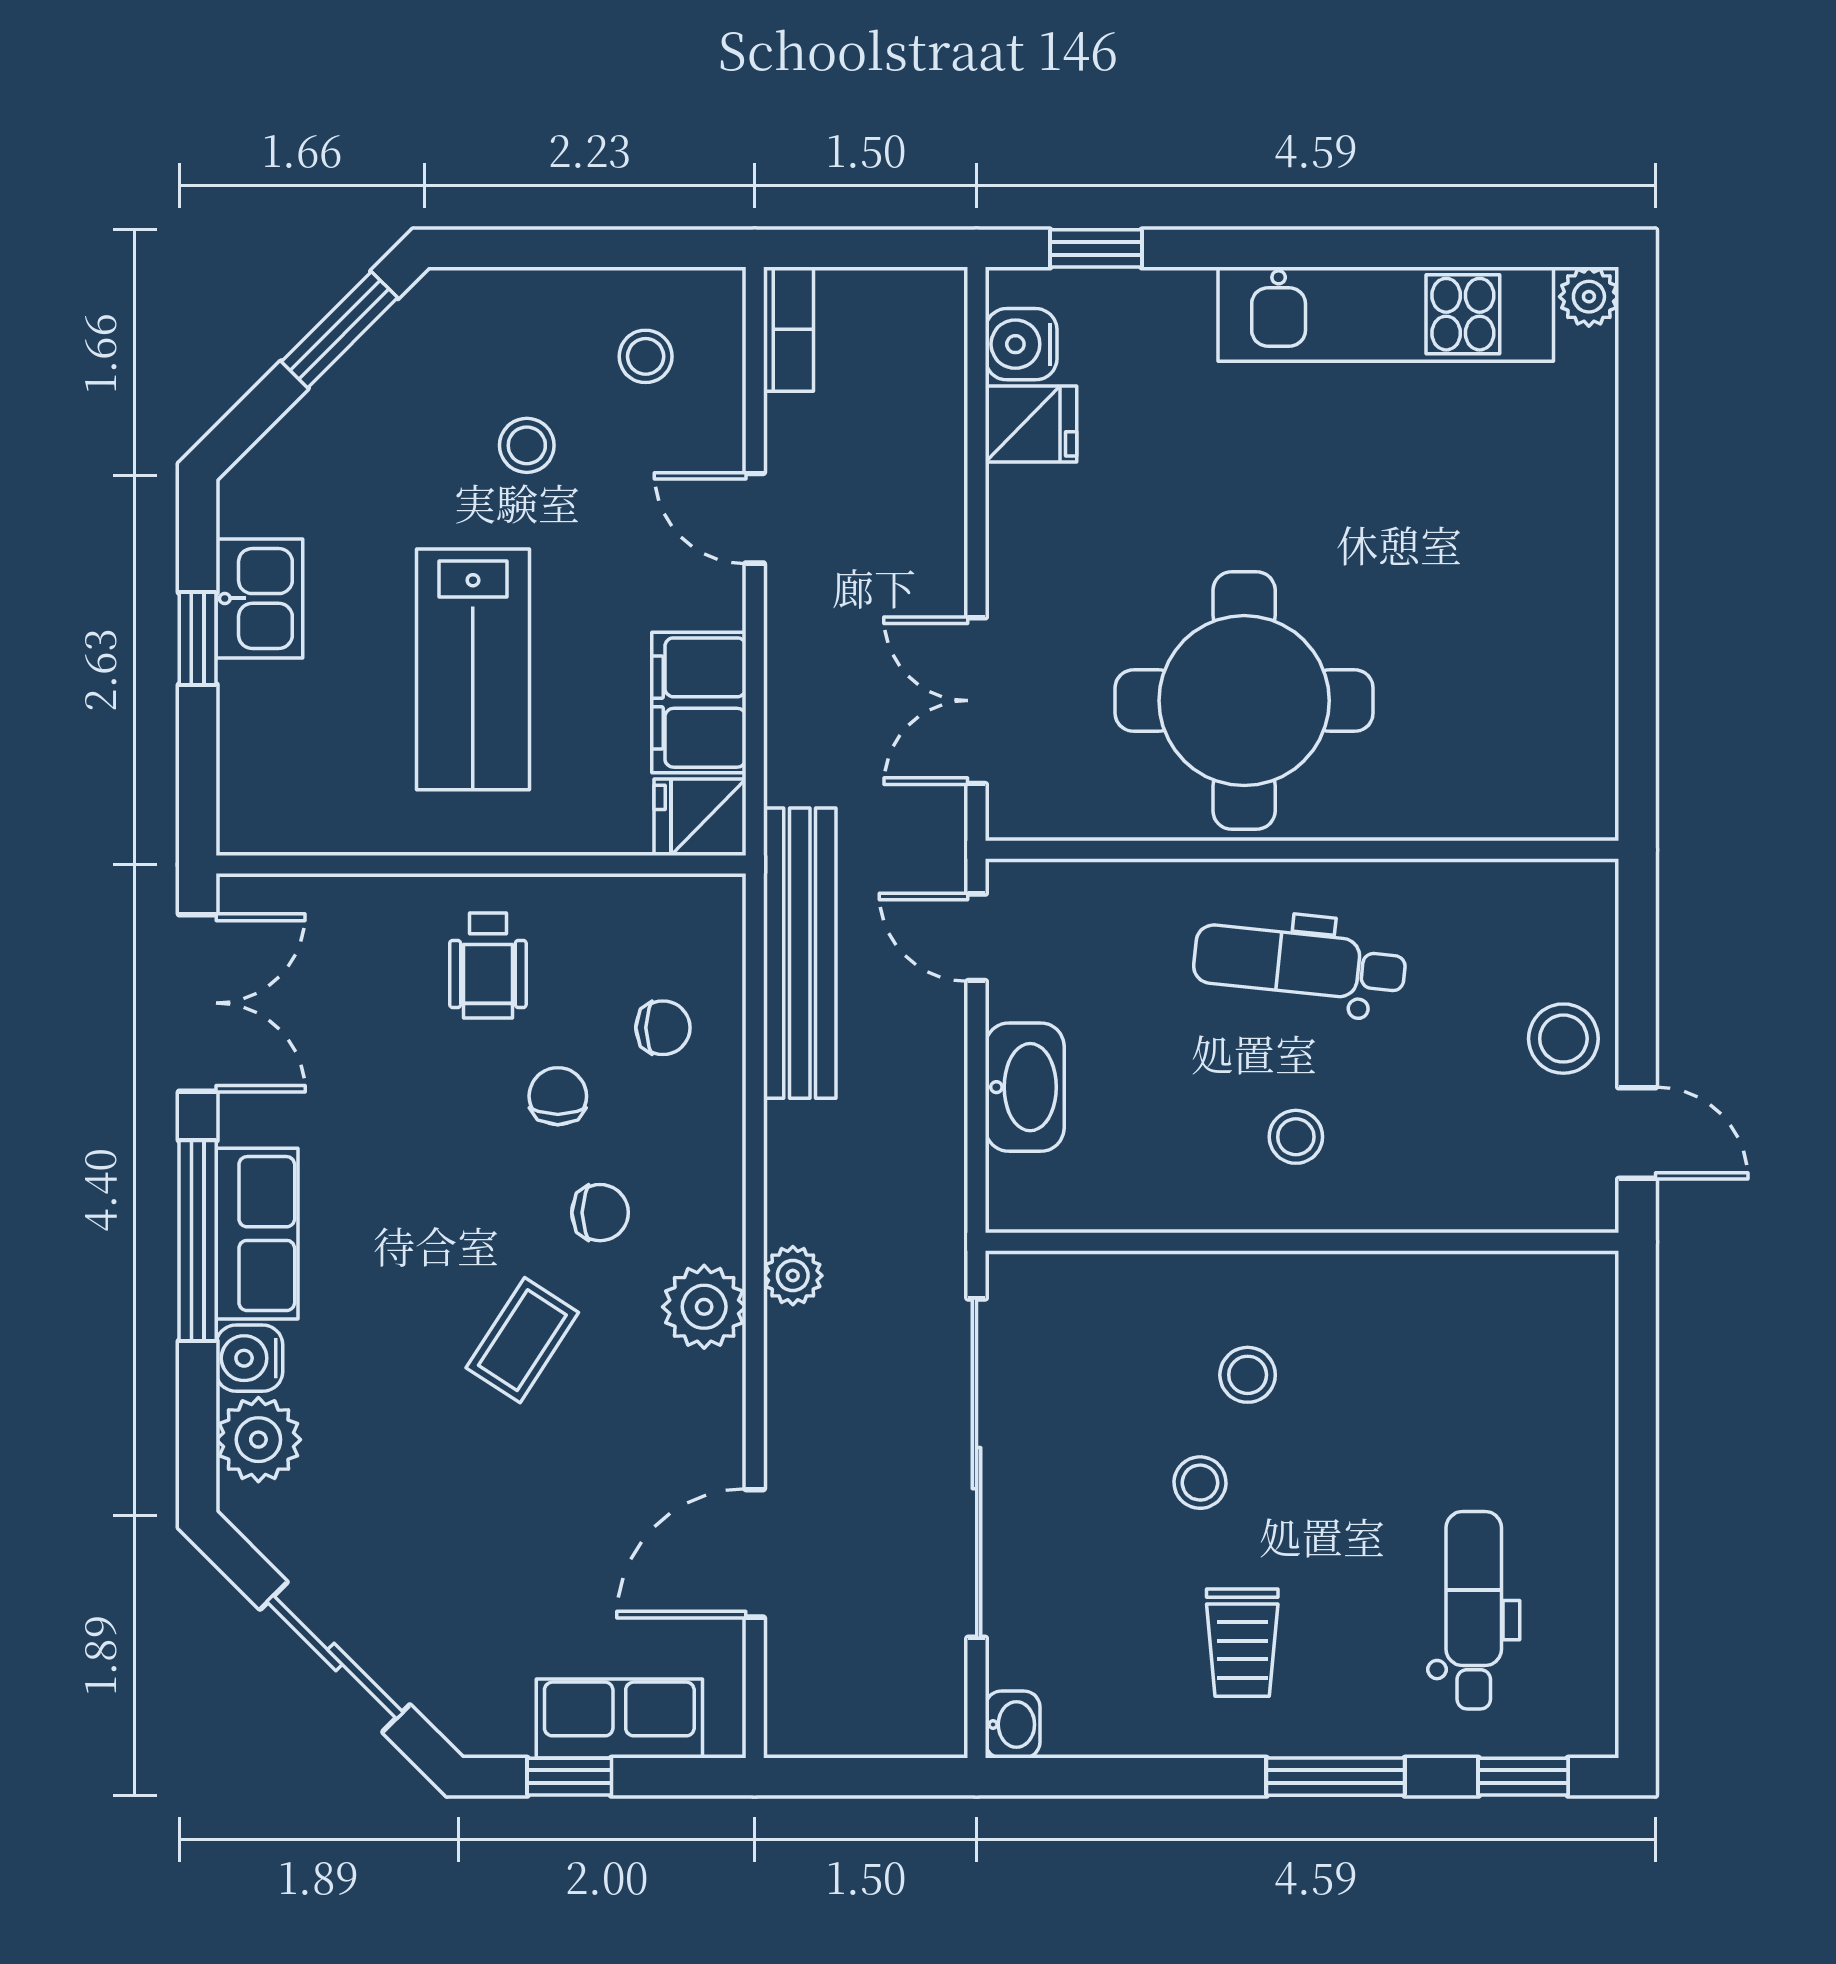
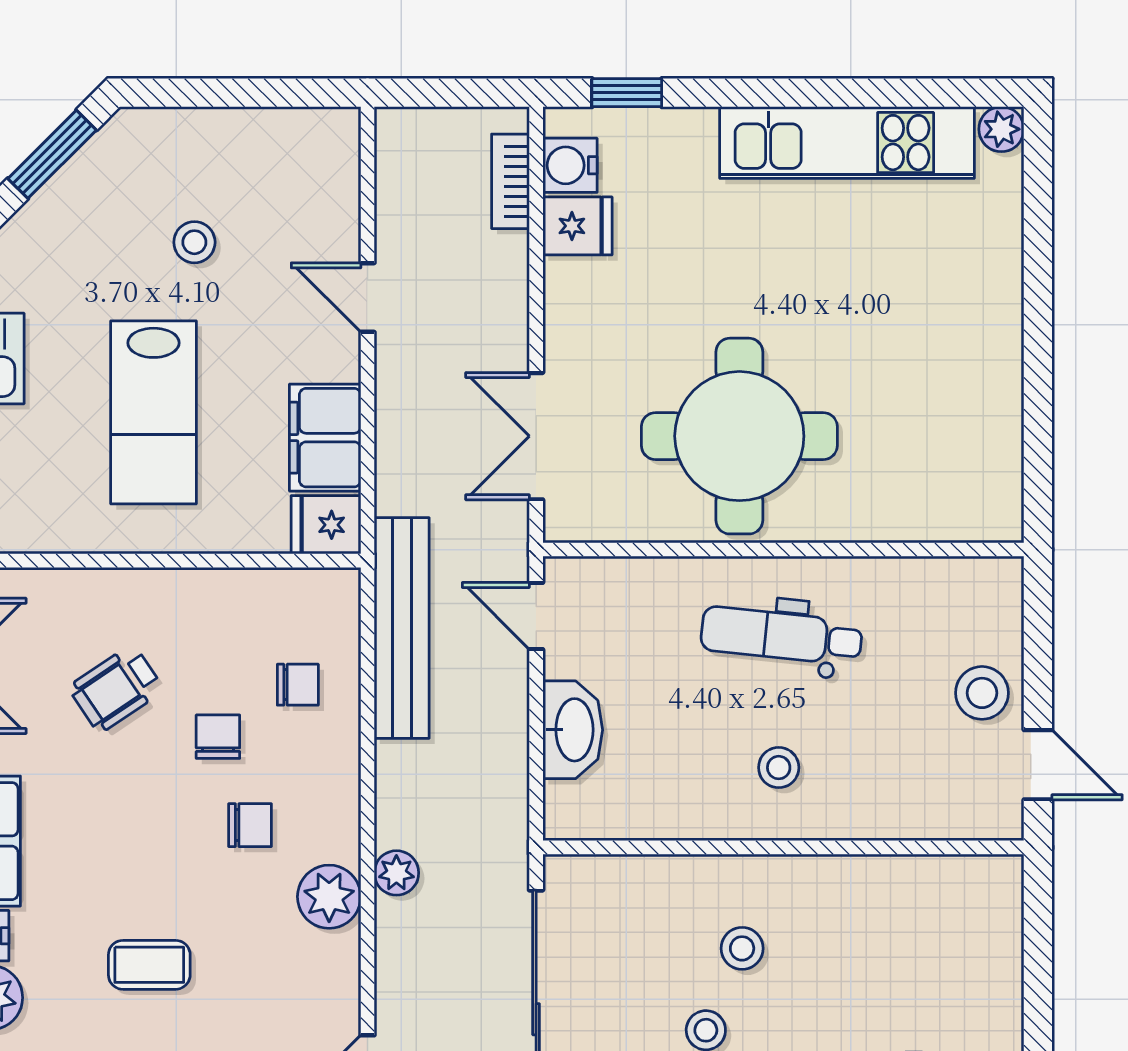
bookcase: (788, 329) -> (510, 181), moved, turned 180
stool: (646, 356) -> (285, 175), removed
wheelchair: (488, 966) -> (116, 689), moved, turned 56
coffee table: (522, 1340) -> (149, 965), moved, turned 57

